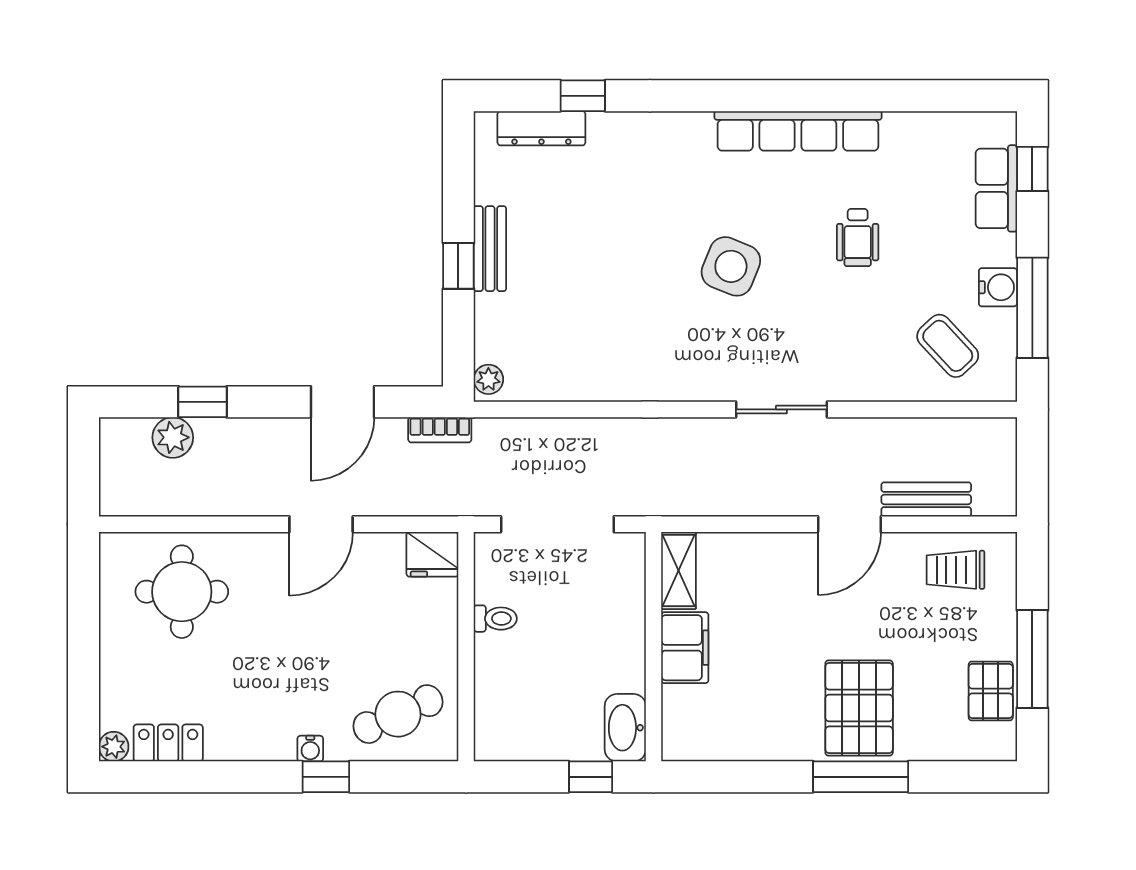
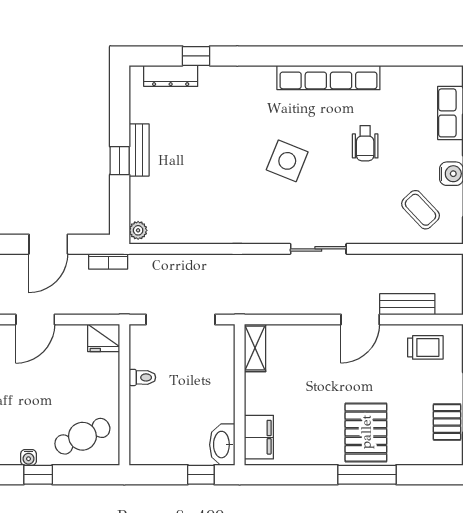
trolley: (955, 570) -> (425, 347), turned 180
filing cabinet: (685, 648) -> (259, 437), moved

